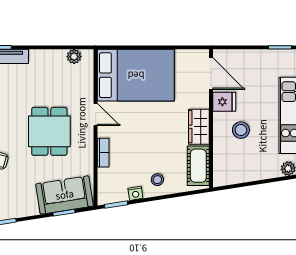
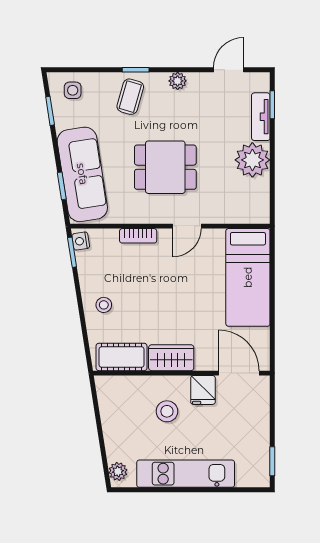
plant: (74, 57) -> (252, 160), moved, width x1.87, depth x1.87
door: (211, 74) -> (239, 373), swing flipped
bed: (136, 75) -> (248, 277), width x0.67
nightstand: (135, 193) -> (81, 241), moved
sofa: (65, 195) -> (82, 174), width x1.36

